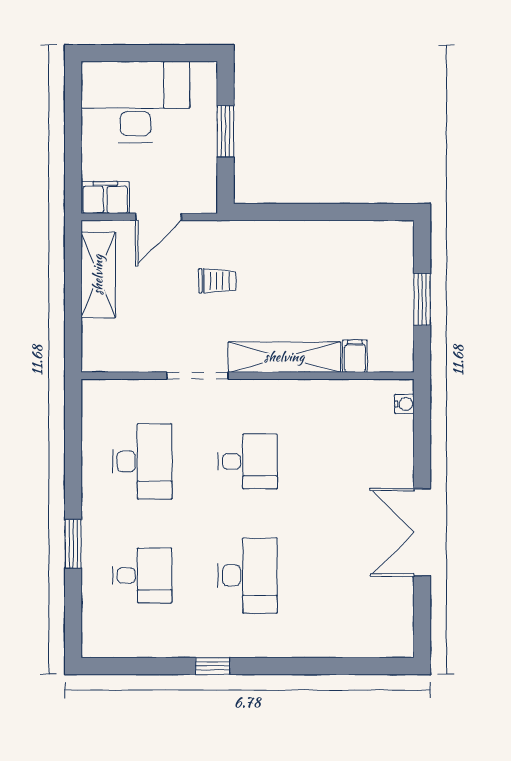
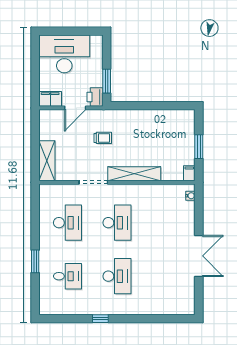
window: (225, 131) -> (107, 81), moved
printer: (201, 193) -> (95, 97), added
shelving: (98, 275) -> (47, 161), moved
filing cabinet: (355, 356) -> (189, 173), moved
desk: (248, 461) -> (117, 223), width x1.37
double door: (422, 532) -> (199, 256), swing flipped

